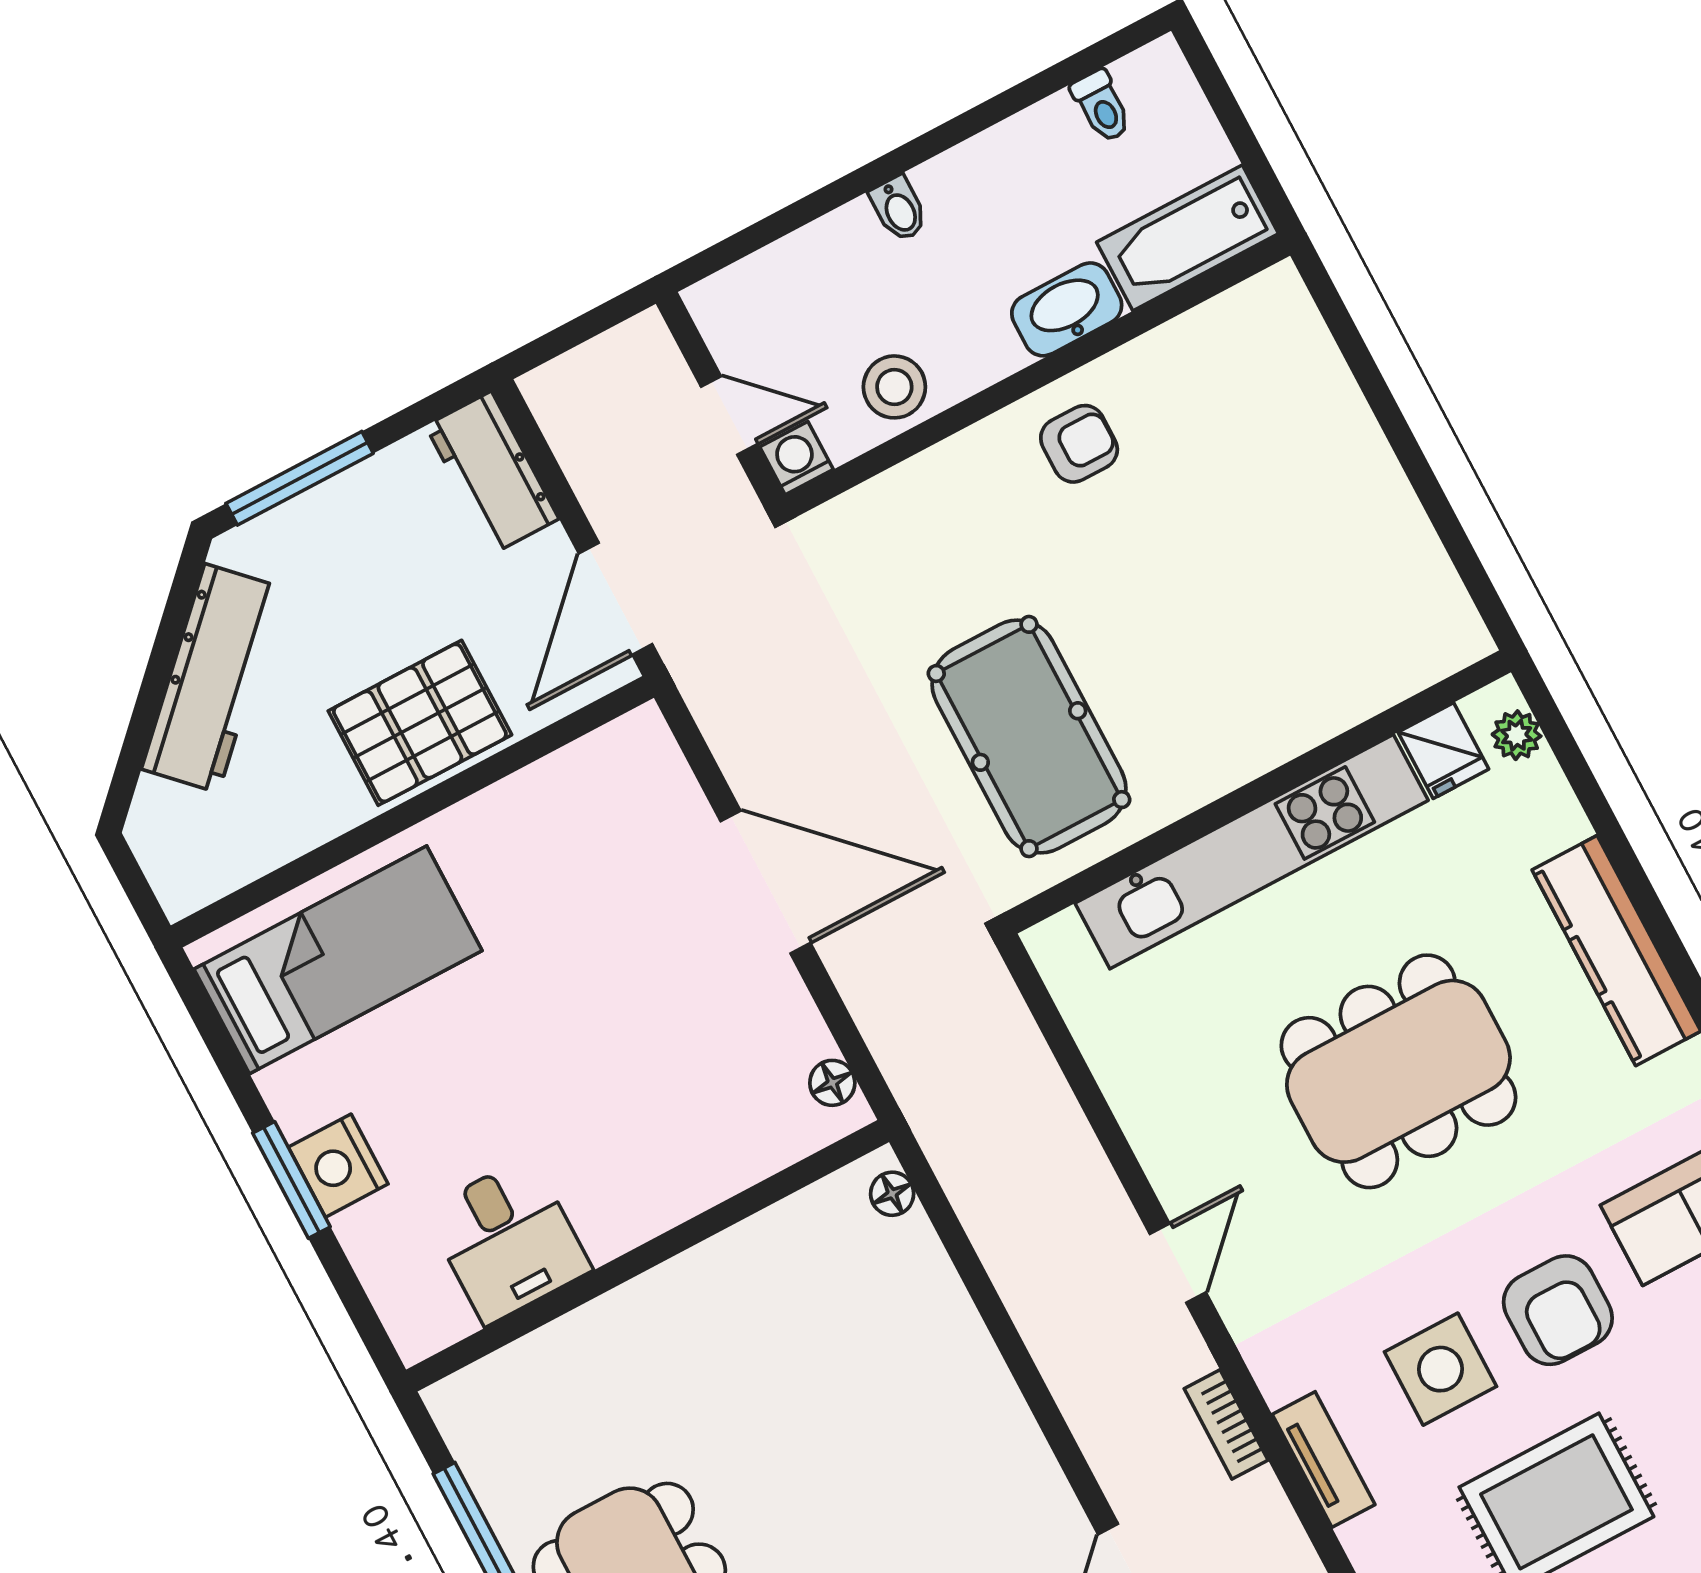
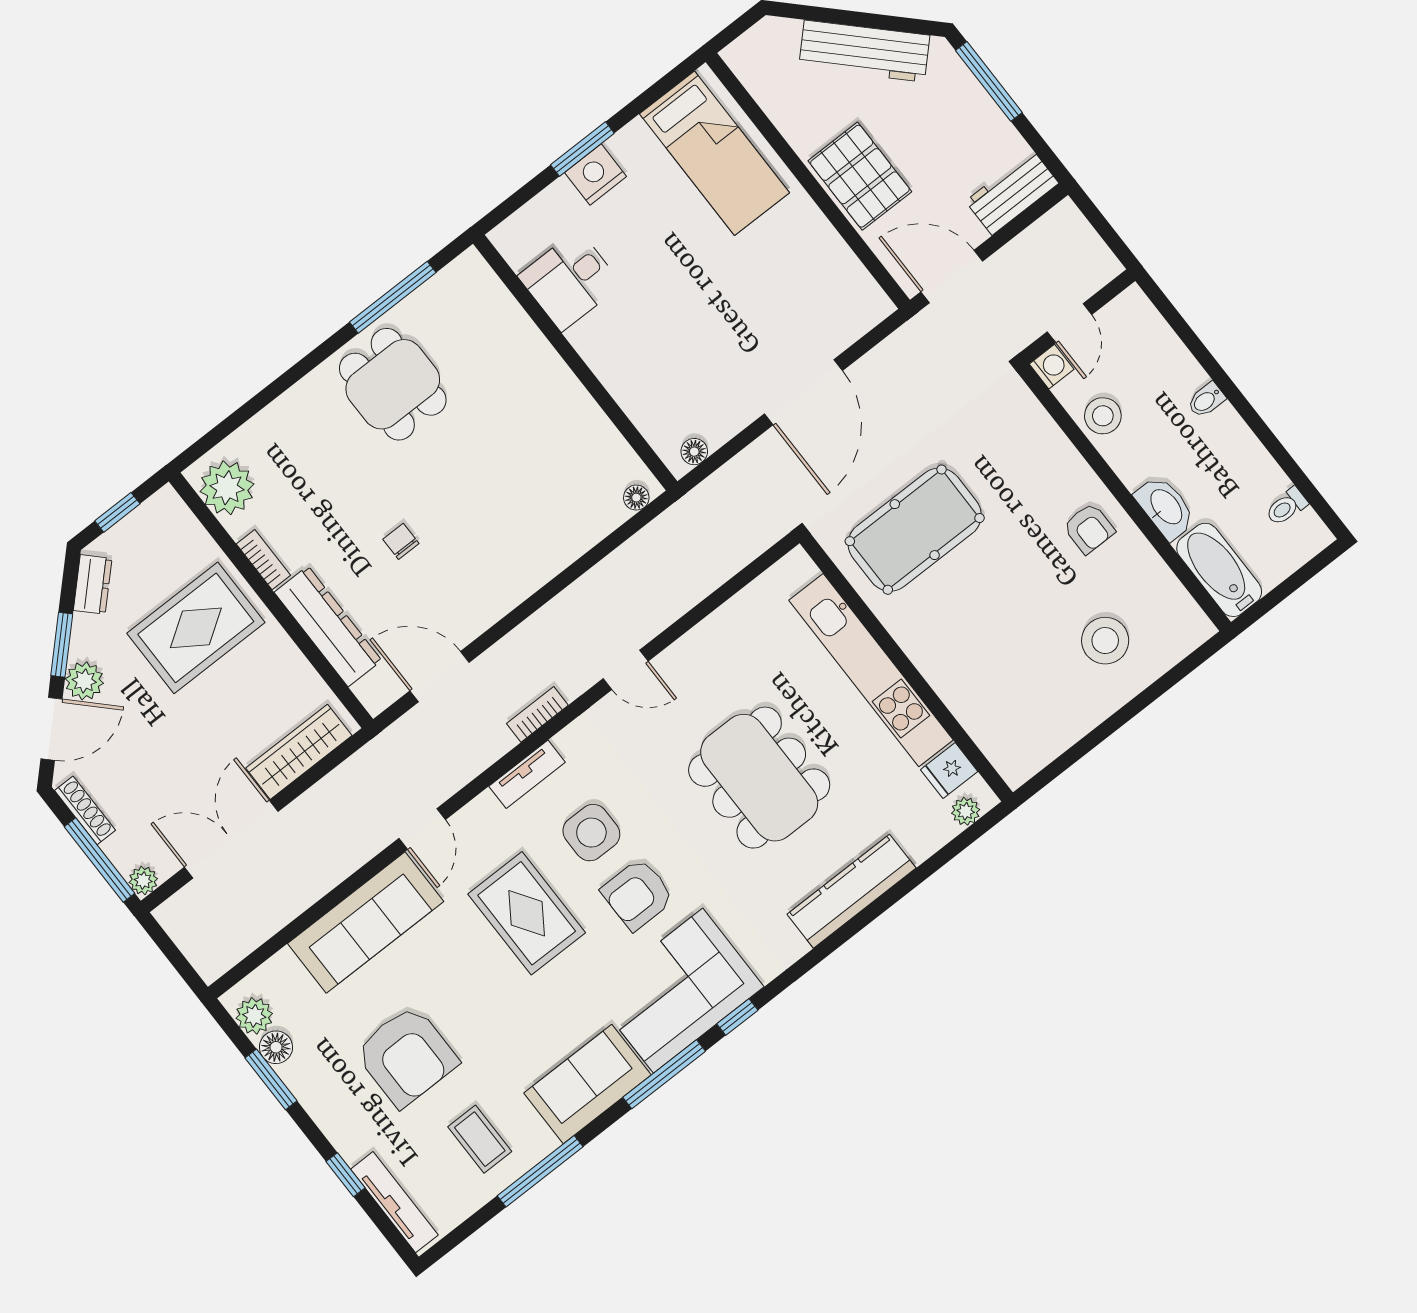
stool: (1272, 450) -> (1105, 641), added

